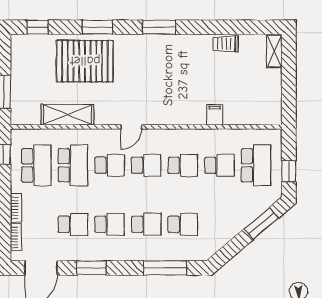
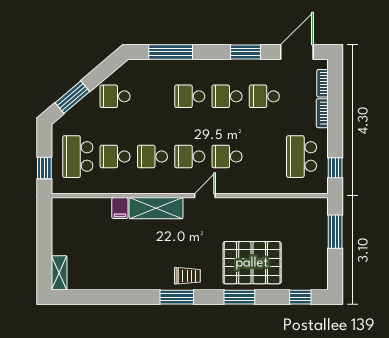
trolley: (226, 44) -> (187, 276), moved
shelving: (67, 115) -> (156, 208), moved
school desk: (73, 165) -> (264, 157), removed
window: (289, 171) -> (44, 168), moved
school desk: (183, 224) -> (115, 96), moved

